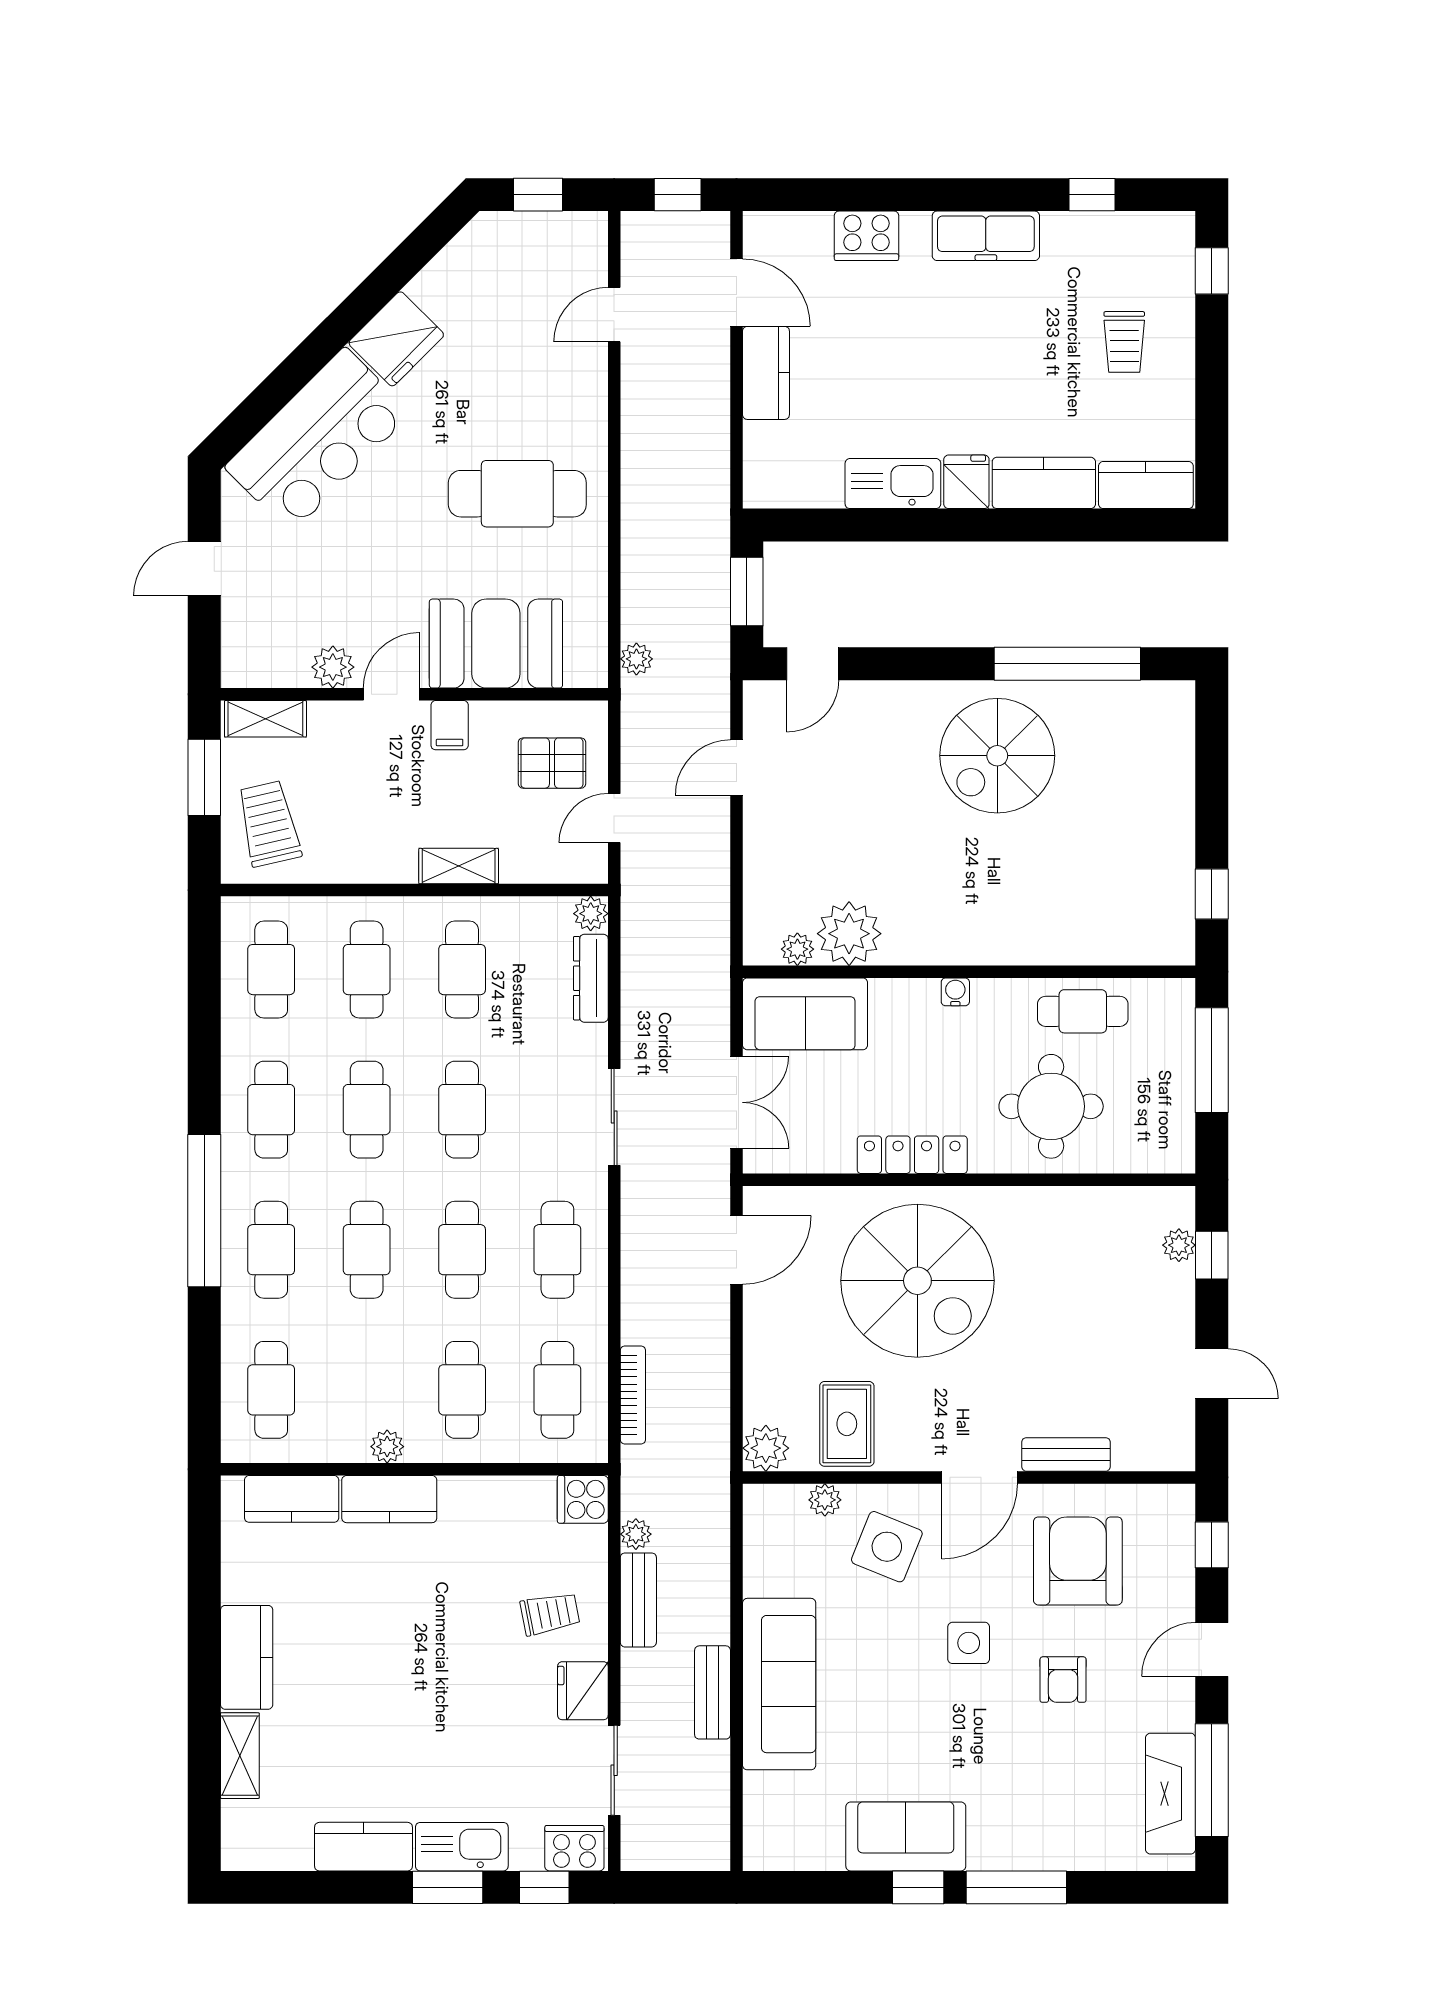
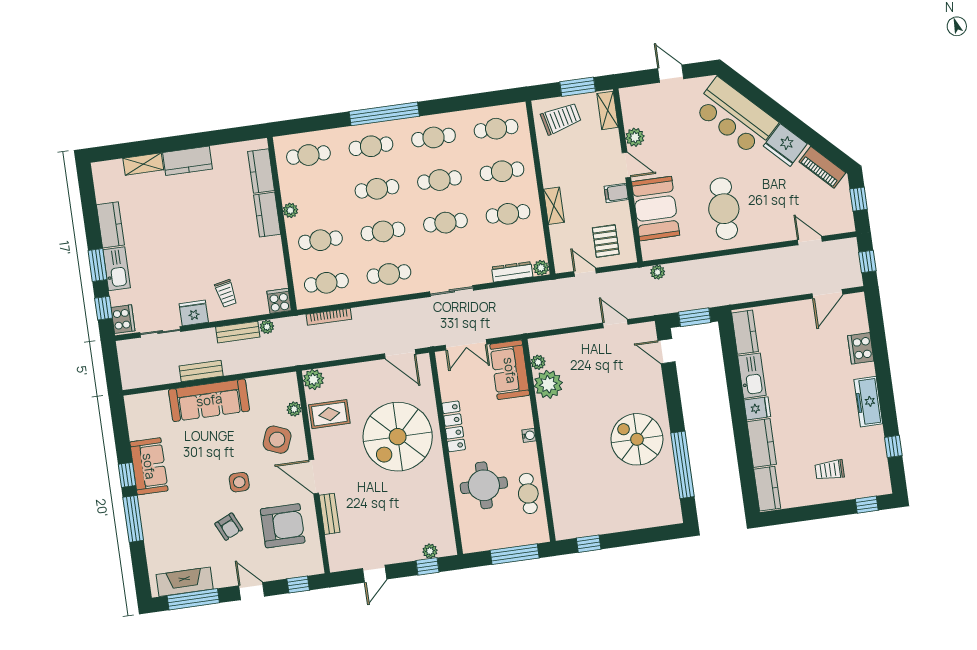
piano: (457, 264) -> (822, 167), added
kitchen counter: (766, 373) -> (745, 332), moved, turned -90
armchair: (1063, 1680) -> (229, 527), turned -115

